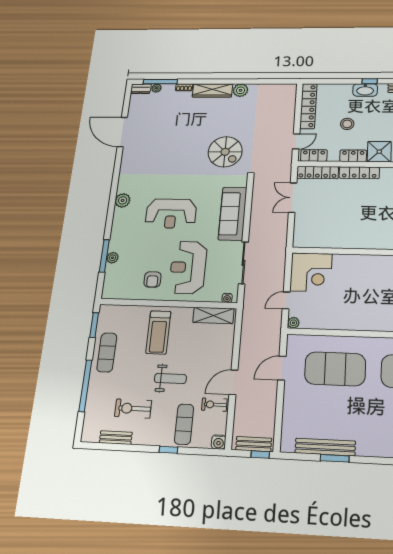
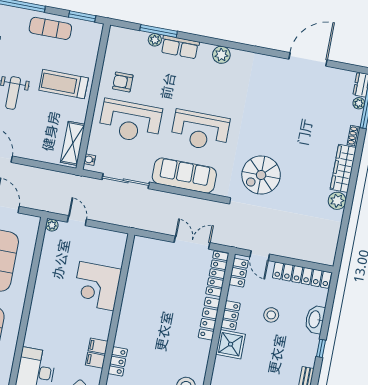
washbasin: (365, 90) -> (315, 319), moved
reception desk: (171, 214) -> (200, 131), moved, turned -90
row of seats: (118, 236) -> (180, 47), added
reception desk: (188, 267) -> (130, 121), turned 180
corner desk: (311, 272) -> (97, 286), moved

